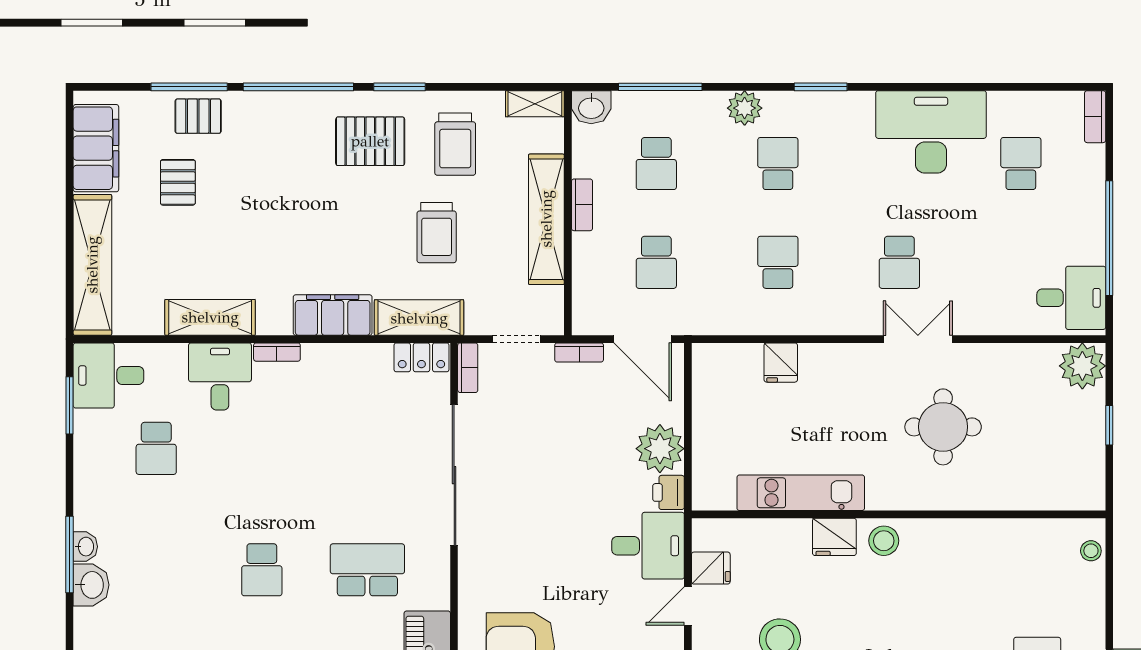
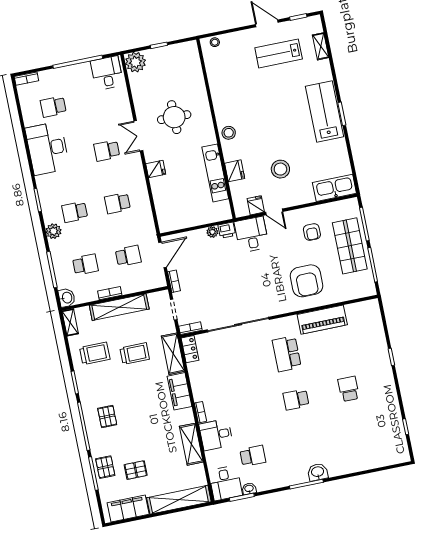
pallet: (370, 141) -> (107, 416), moved, width x0.67, depth x0.71
school desk: (899, 262) -> (107, 151), turned 180
fridge: (781, 363) -> (156, 169), moved
plant: (660, 449) -> (212, 232), width x0.53, depth x0.53
fridge: (834, 537) -> (235, 171), moved
washbasin: (85, 547) -> (249, 489), moved
school desk: (262, 570) -> (296, 400), turned 180

